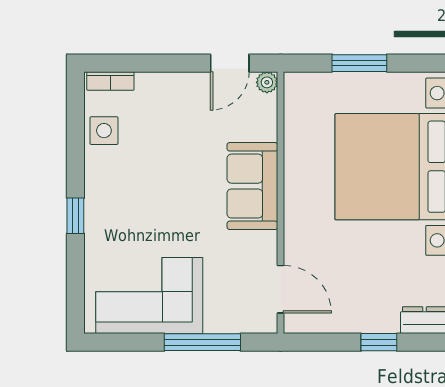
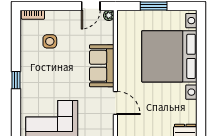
side table: (104, 131) -> (50, 41), moved
door: (280, 289) -> (115, 103), moved

